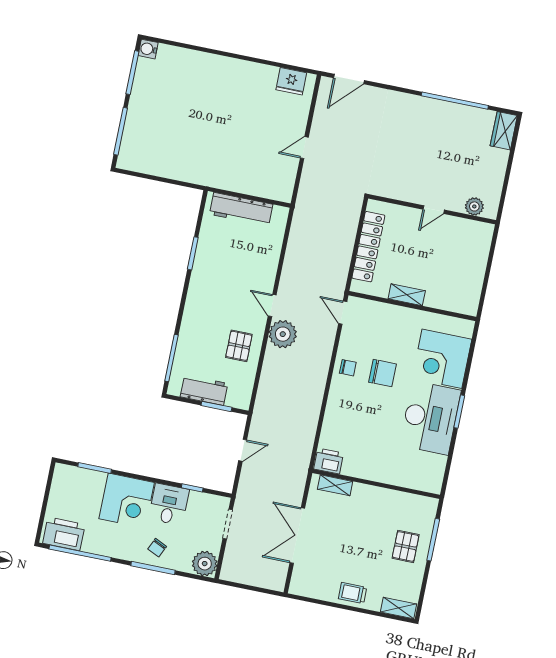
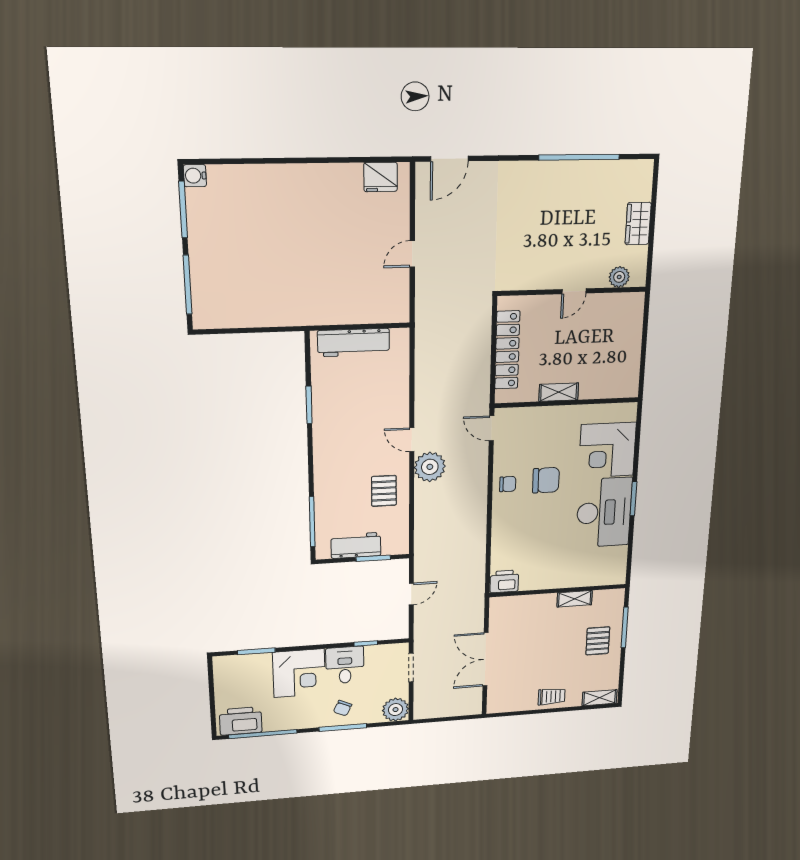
wardrobe: (504, 131) -> (638, 224), moved
shelving: (335, 485) -> (575, 599), moved
trolley: (353, 593) -> (552, 696), turned 180

